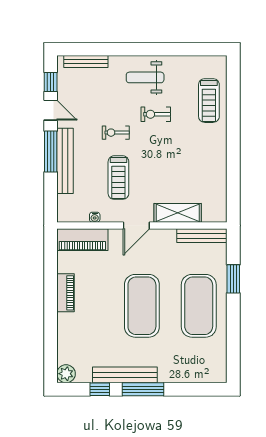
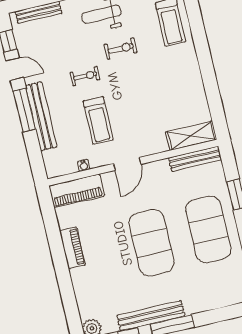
exercise bike: (156, 114) -> (121, 48), turned 180
exercise bike: (116, 133) -> (85, 76), turned 180
shelving: (178, 213) -> (191, 136), moved

